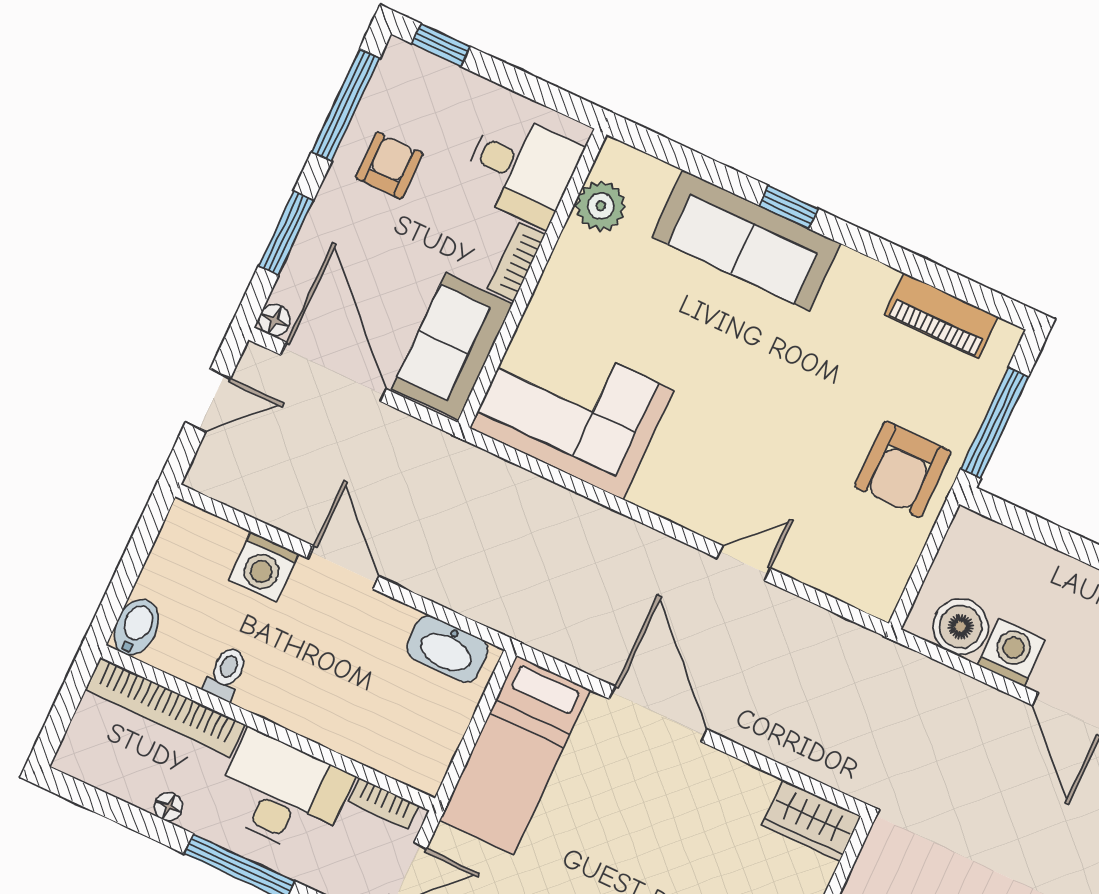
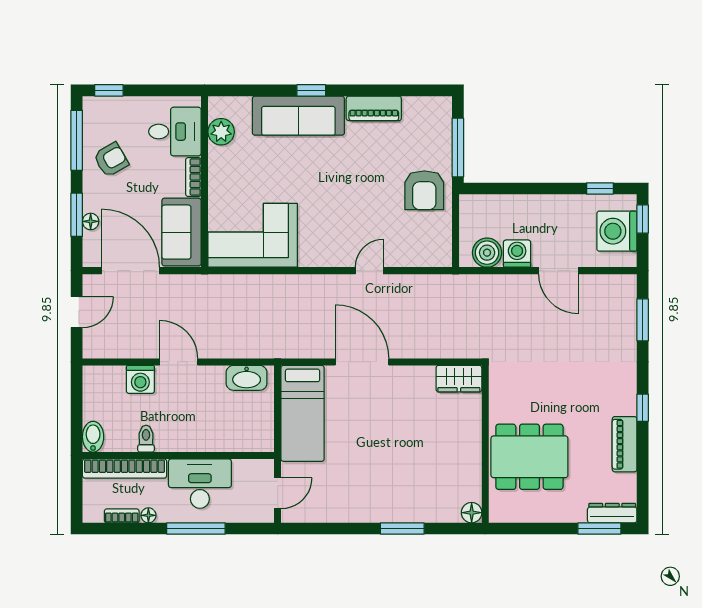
armchair: (389, 166) -> (111, 160), turned 60
piano: (941, 316) -> (374, 108), moved
floor lamp: (275, 320) -> (91, 221), moved
bookcase: (384, 804) -> (122, 516), moved, turned 180

